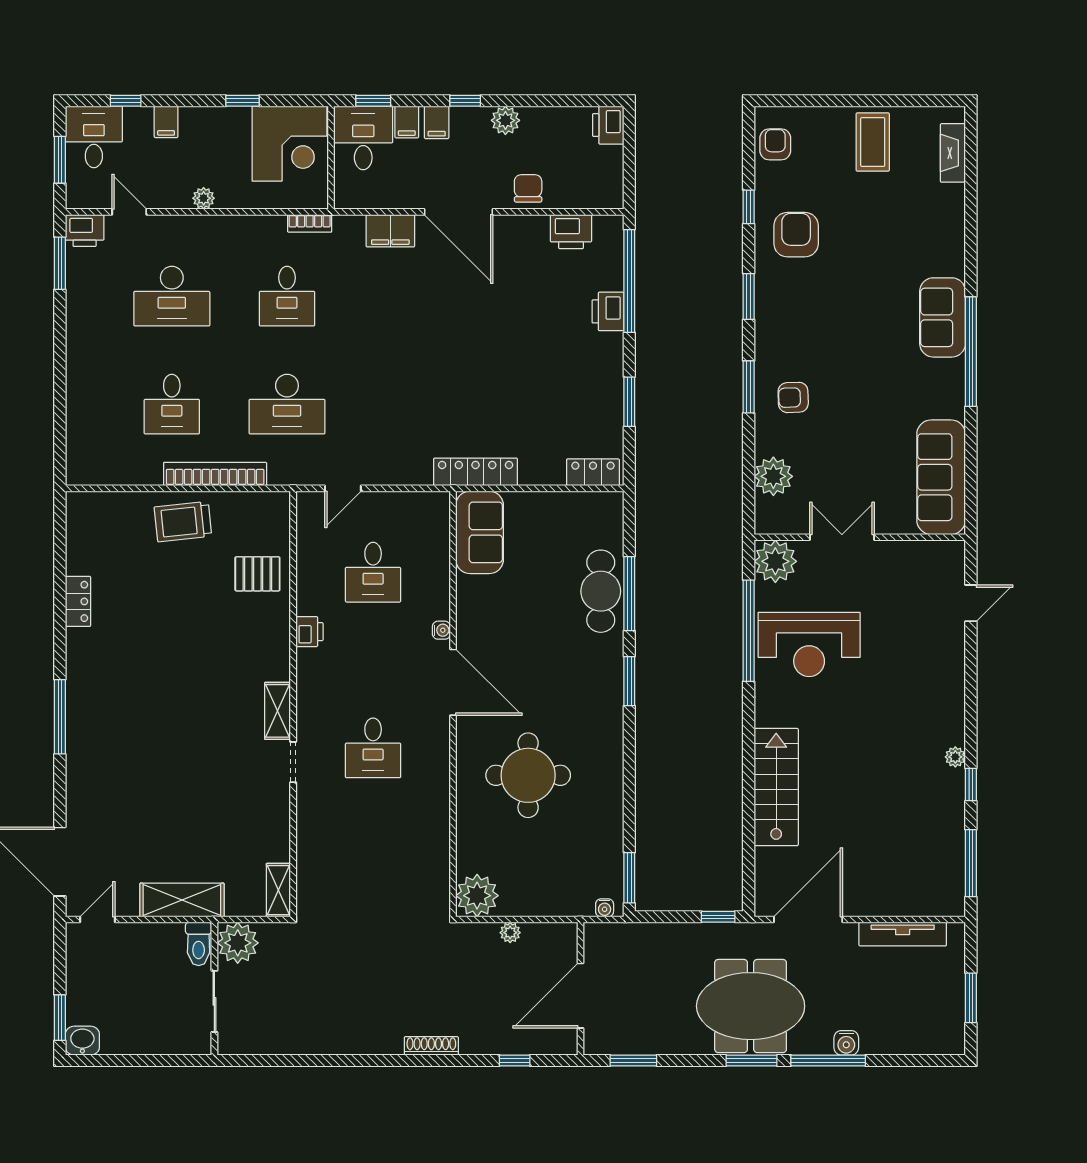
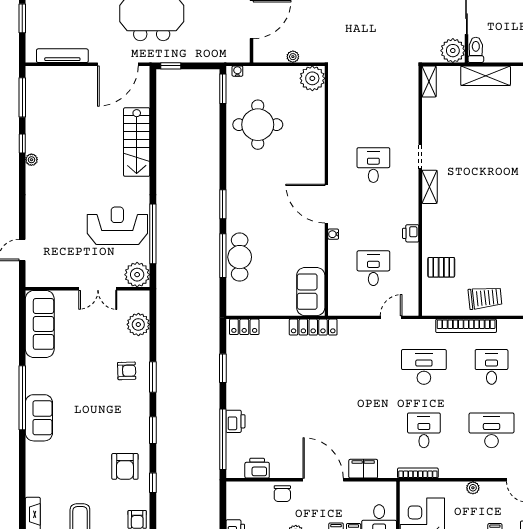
bookcase: (310, 223) -> (418, 473), width x1.56
round table: (528, 775) -> (258, 125), moved

